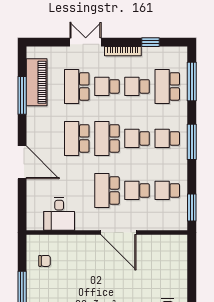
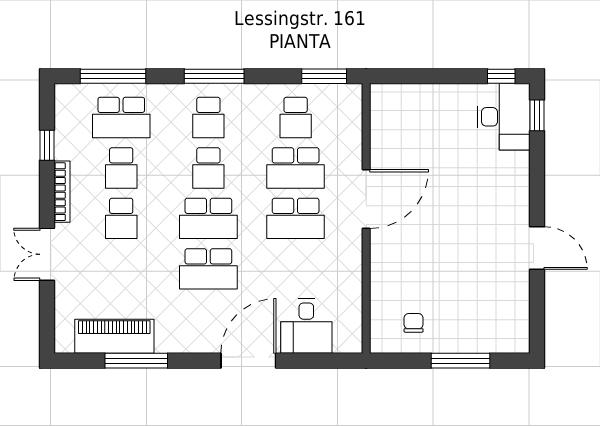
school desk: (77, 86) -> (121, 269), removed
school desk: (137, 190) -> (296, 168), width x1.85
desk: (59, 214) -> (306, 326), moved, turned 90

